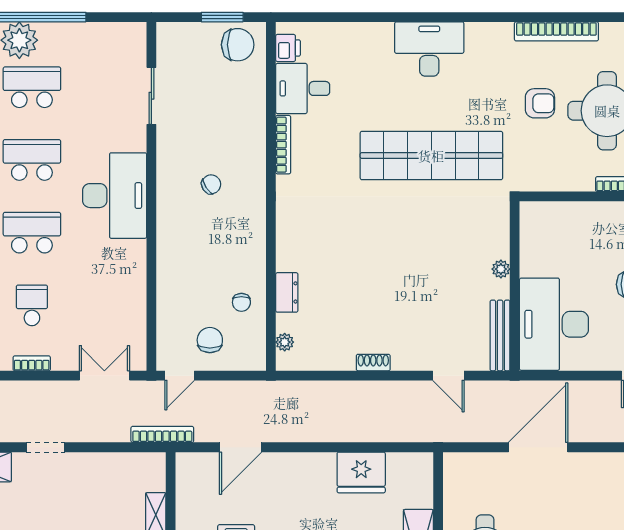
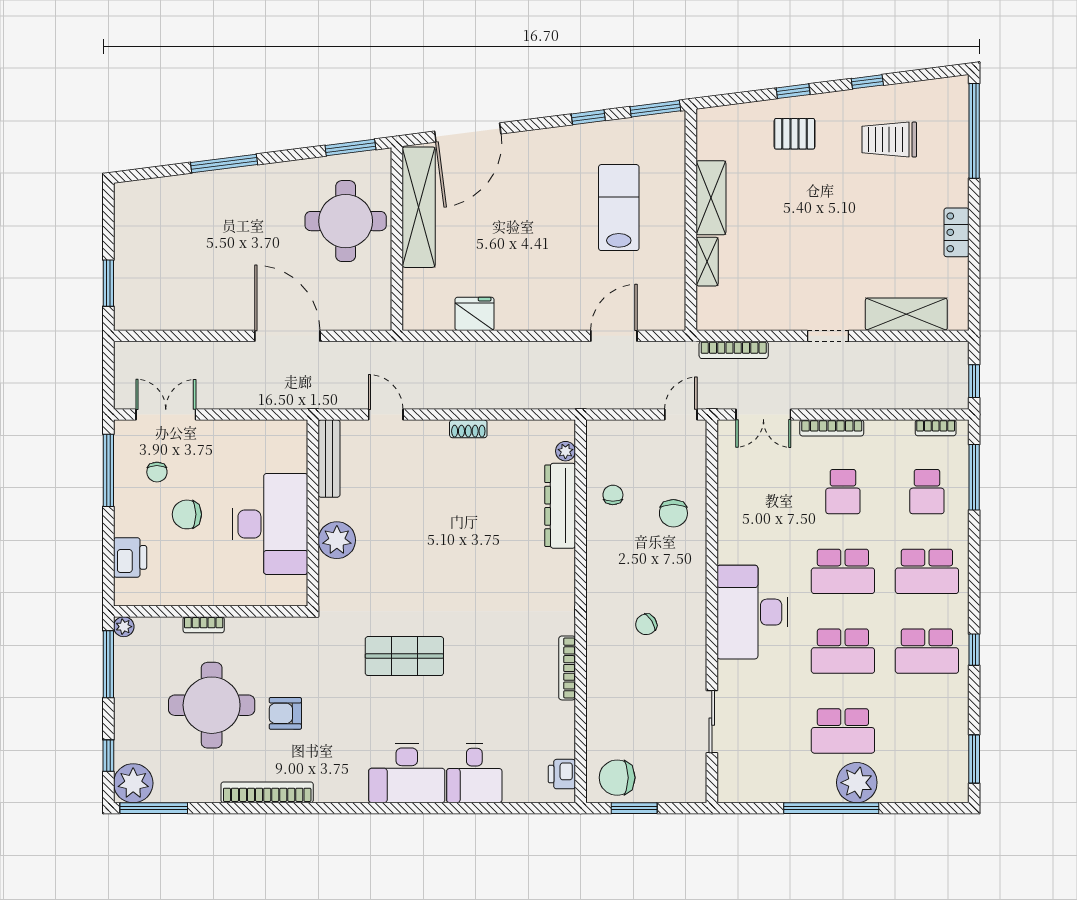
desk: (303, 88) -> (474, 773), moved, turned 90
shop shelf: (431, 156) -> (404, 656), width x0.50, depth x0.74
plant: (501, 269) -> (337, 540), width x1.88, depth x1.88
dresser: (287, 292) -> (560, 506), width x1.96, depth x1.24
desk: (554, 324) -> (270, 524), moved
chair: (210, 340) -> (673, 513), moved
bookcase: (32, 363) -> (832, 428), width x1.56
bookcase: (162, 434) -> (734, 350), moved
door: (538, 447) -> (287, 336), swing flipped
fridge: (361, 472) -> (474, 314), width x0.73, depth x0.75

